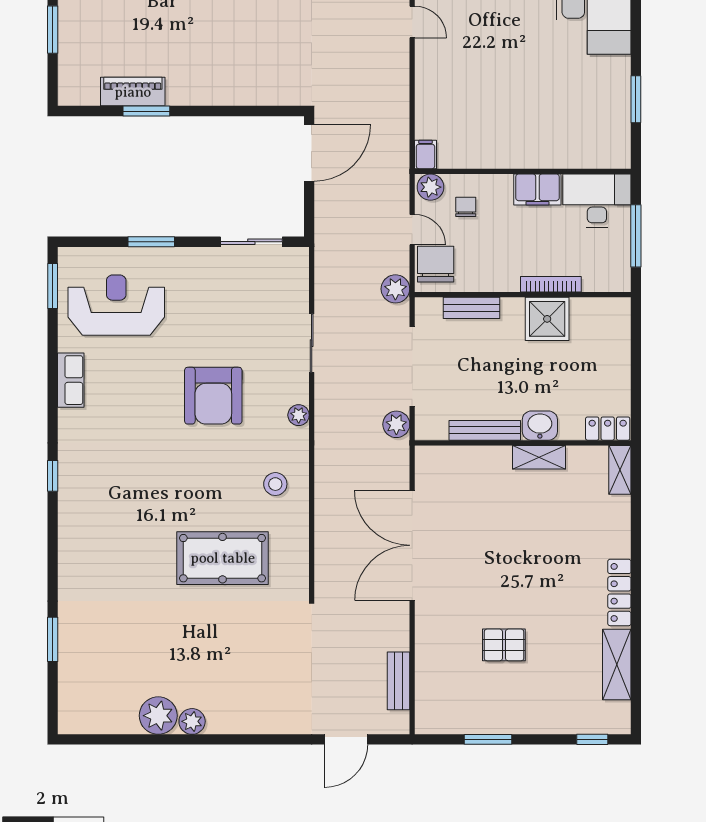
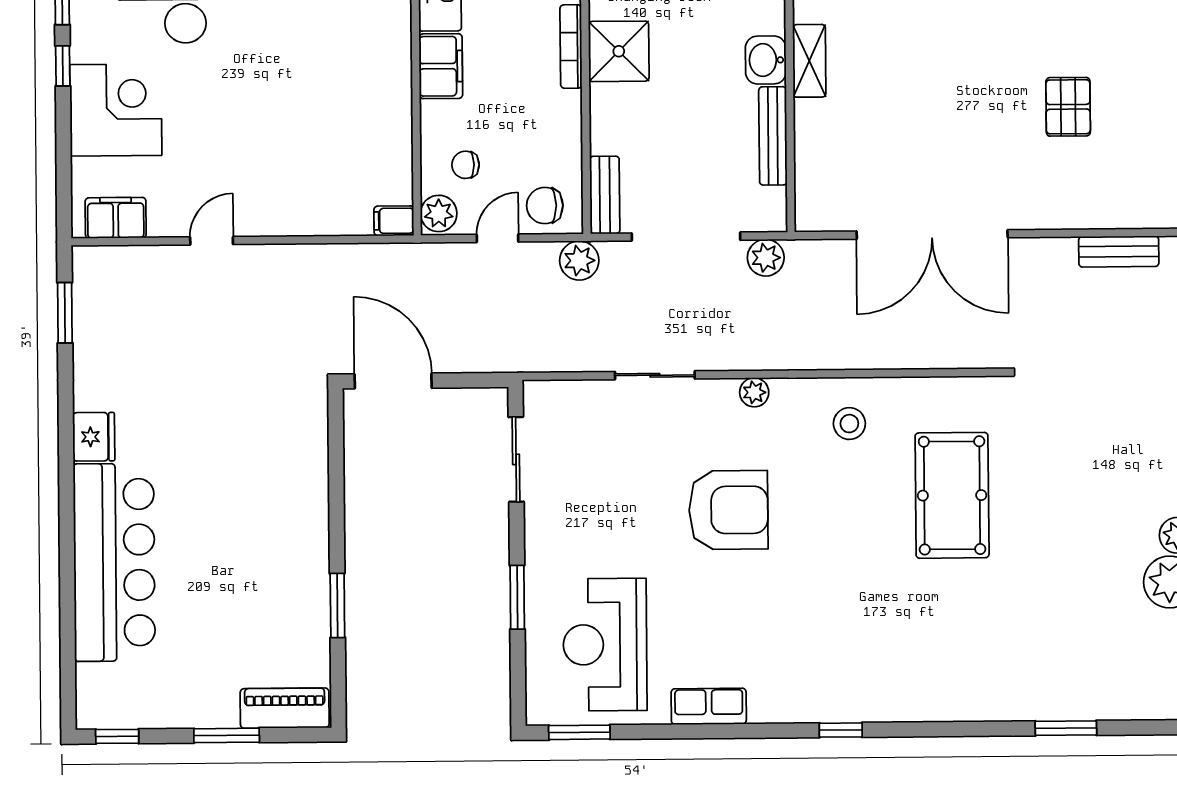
piano: (133, 92) -> (285, 708), moved, turned 90
chair: (436, 264) -> (545, 206), width x0.73, depth x0.73
bench: (472, 308) -> (605, 195), moved

